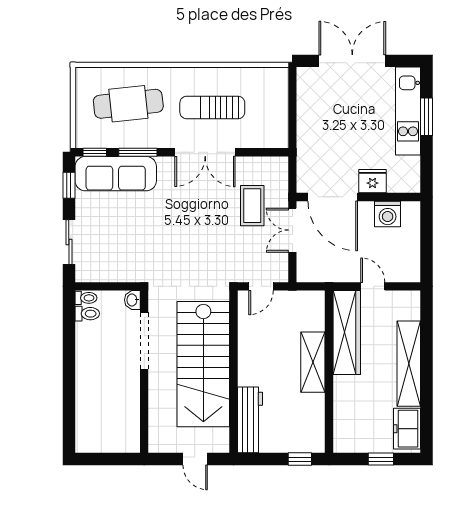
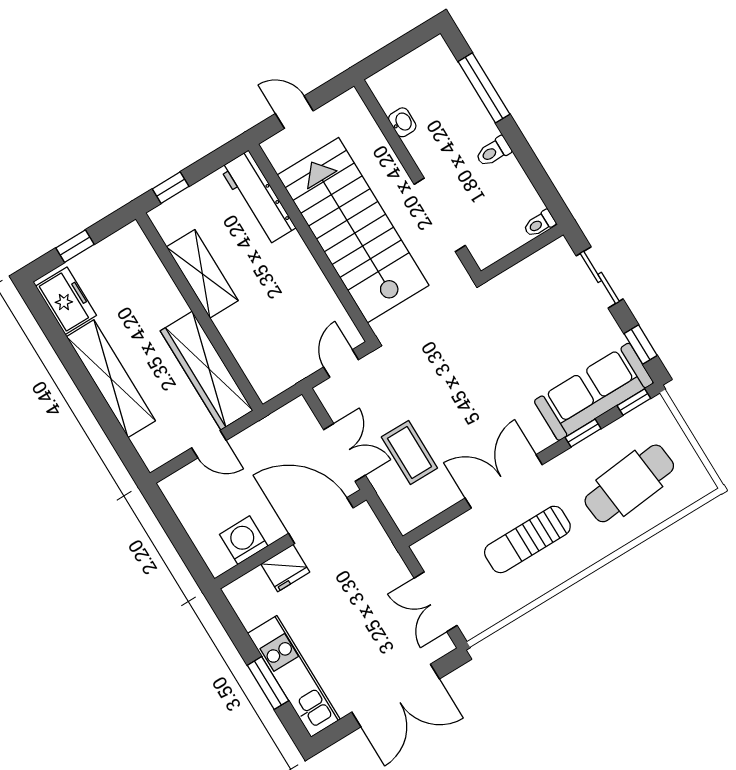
double door: (292, 104) -> (436, 602), added
sun lounger: (212, 108) -> (527, 539), turned 180
window: (138, 152) -> (583, 433), width x0.67
washbasin: (132, 300) -> (402, 122), moved
toilet: (87, 314) -> (493, 152), moved
shelving: (313, 362) -> (202, 274), moved
window: (69, 403) -> (484, 88), added

